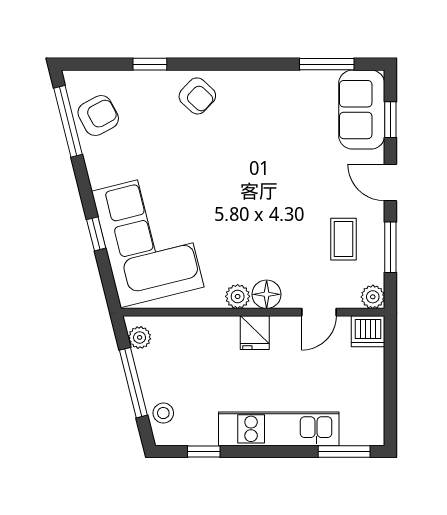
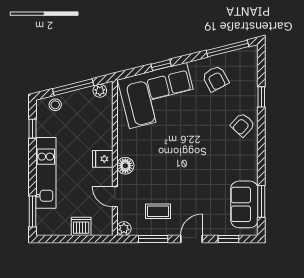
sofa: (362, 110) -> (244, 204), moved, turned -90
armchair: (98, 116) -> (216, 79), moved
plant: (238, 296) -> (124, 149), removed
dishwasher: (368, 331) -> (81, 226), moved, turned 90

